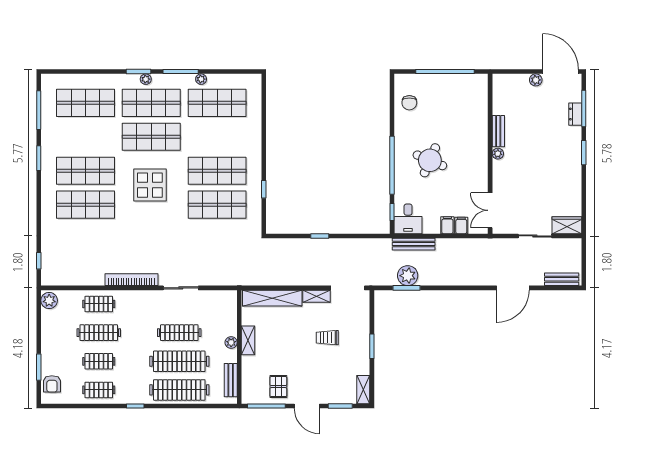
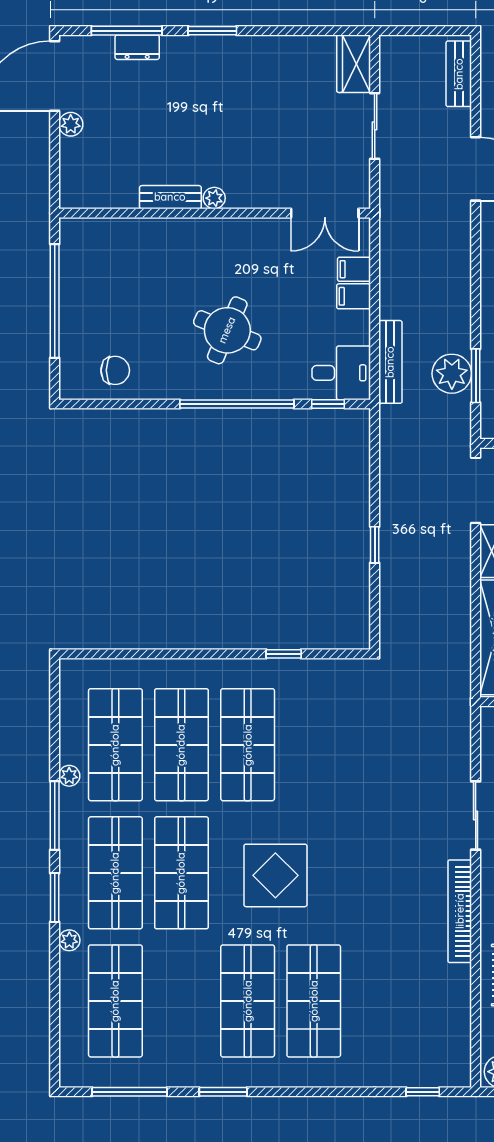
plant: (146, 79) -> (69, 940), moved
shop shelf: (217, 205) -> (181, 745), moved

